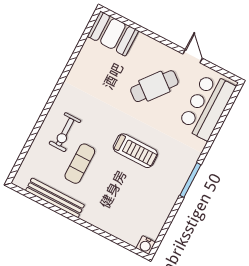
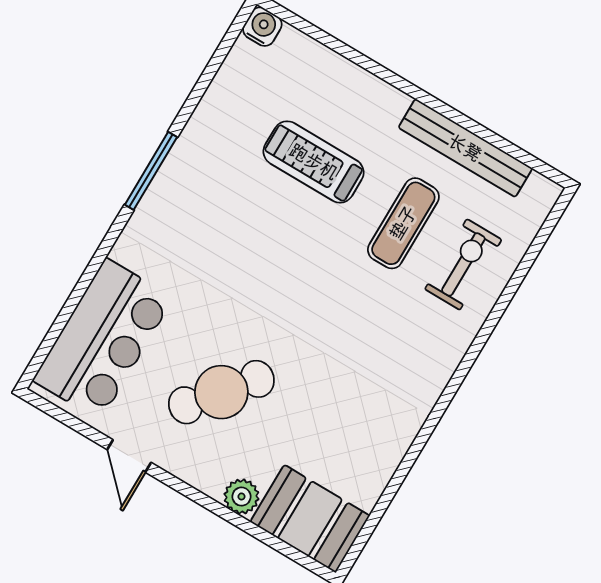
plant: (143, 41) -> (241, 497), added
exercise bike: (65, 132) -> (463, 264), moved
treadmill: (135, 151) -> (314, 162), moved

